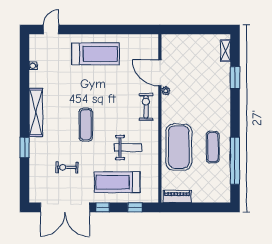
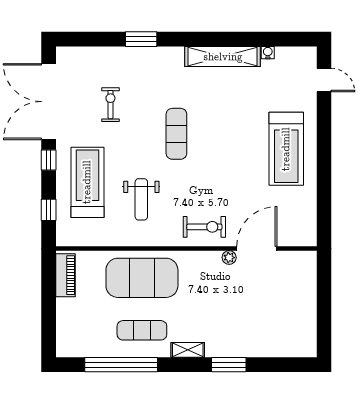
shelving: (225, 51) -> (188, 350), moved
window: (235, 78) -> (229, 365), moved
shelving: (36, 112) -> (223, 57), moved
exercise mat: (86, 125) -> (176, 134), turned 90

